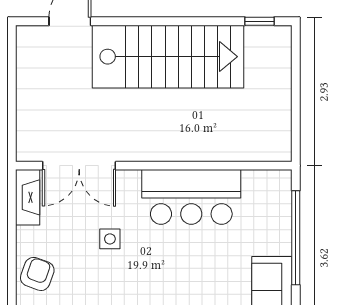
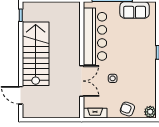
double door: (79, 166) -> (82, 81), moved
bar counter: (191, 197) -> (95, 36), width x1.36

